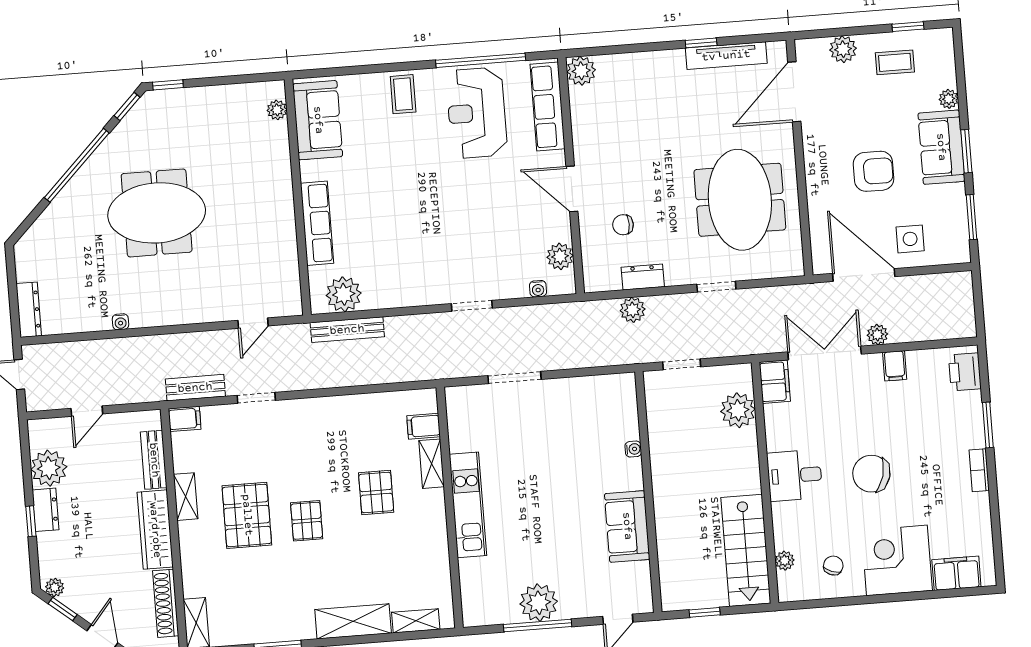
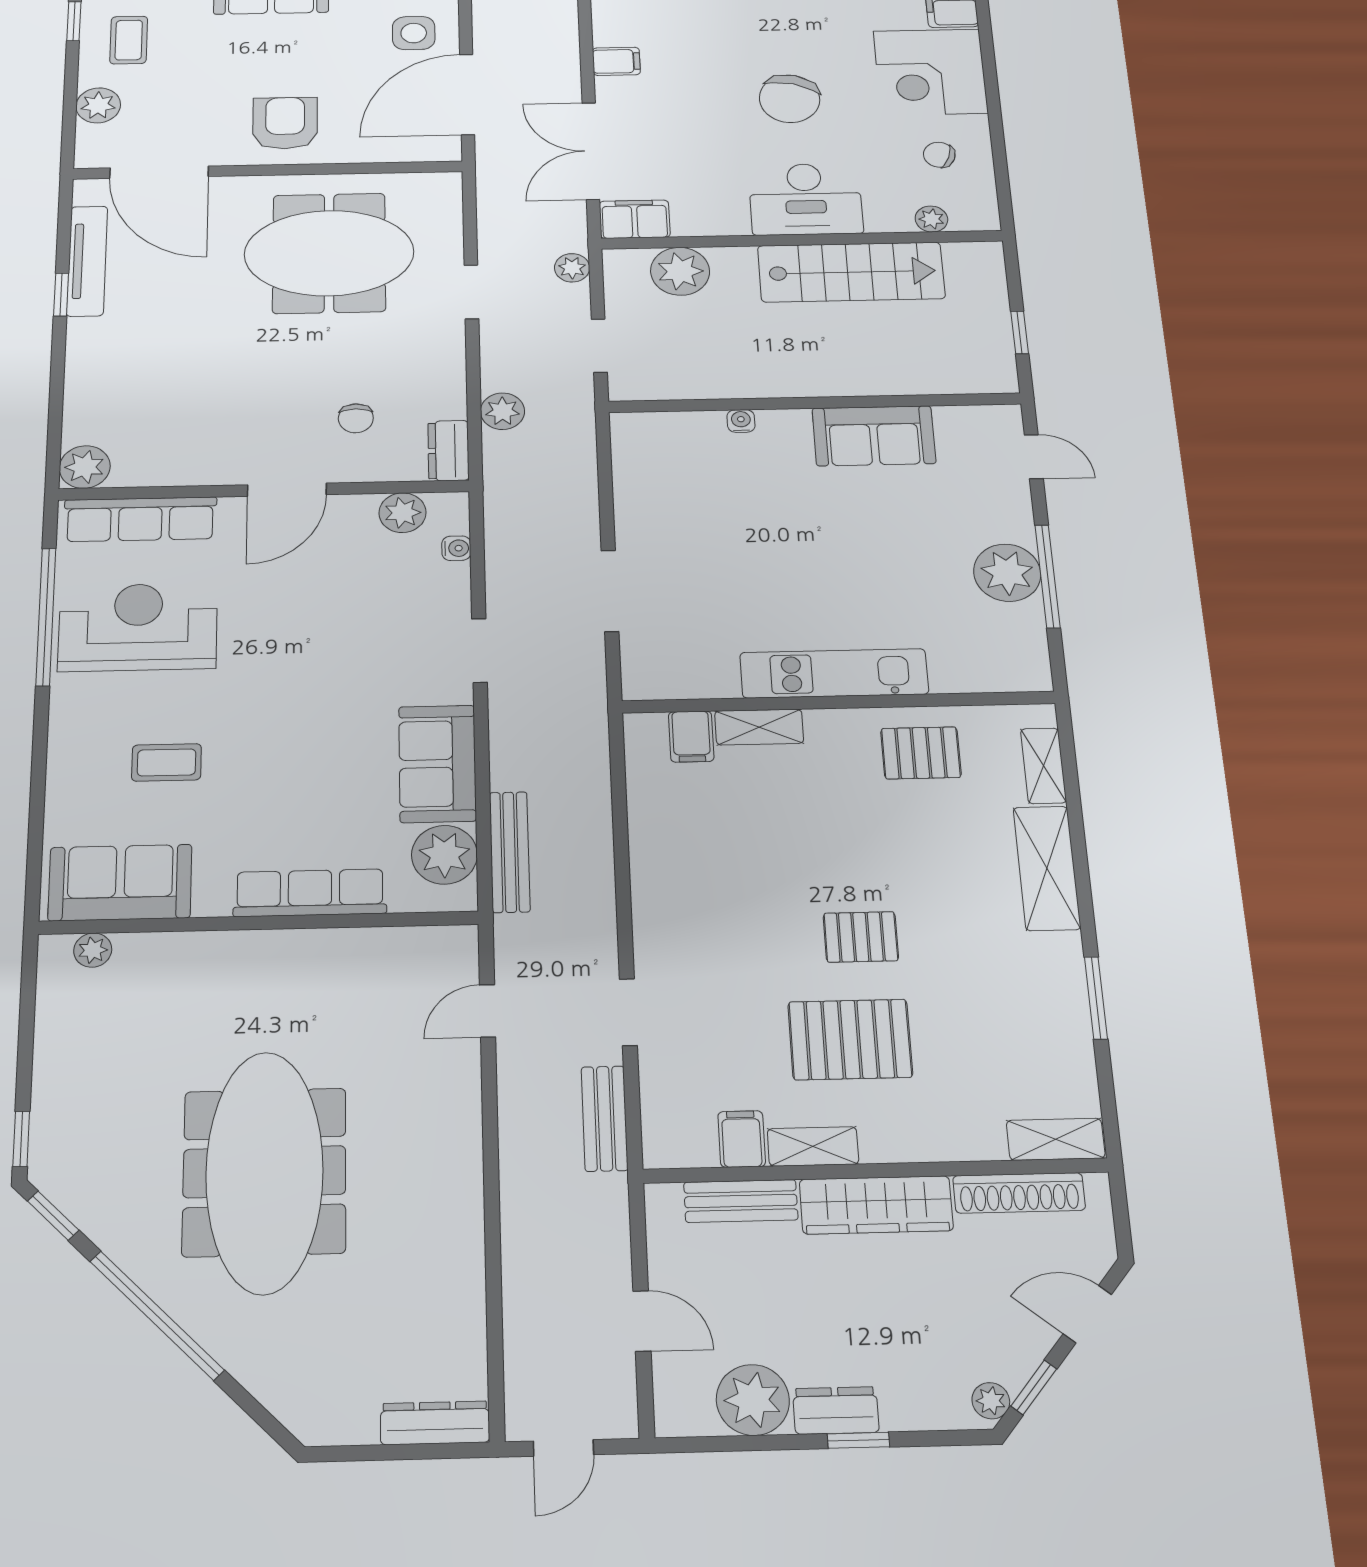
coffee table: (403, 94) -> (166, 762), moved
reception desk: (477, 113) -> (138, 627), turned 180
armchair: (874, 171) -> (285, 123), moved
meeting table: (157, 213) -> (264, 1172), width x1.36
dresser: (643, 277) -> (448, 451), moved
sofa: (399, 287) -> (437, 764), added
water cooler: (120, 322) -> (470, 1249), removed
door: (253, 323) -> (488, 1011), swing flipped
plant: (877, 335) -> (572, 268), moved
filing cabinet: (185, 419) -> (742, 1139), moved
desk: (795, 475) -> (806, 199), width x1.37
pallet: (376, 492) -> (921, 753), moved
stairs: (746, 550) -> (851, 272), moved

